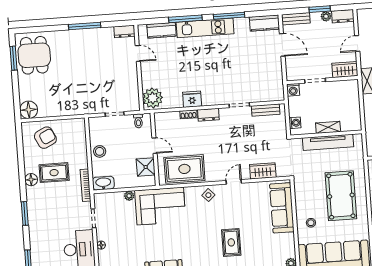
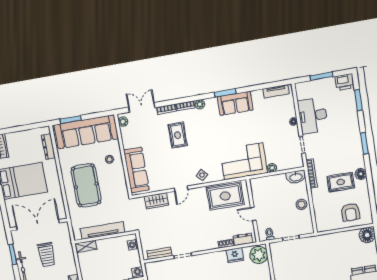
fridge: (192, 99) -> (235, 255), moved
dresser: (208, 115) -> (243, 239), moved
shelving: (328, 127) -> (86, 246), moved
armchair: (45, 138) -> (351, 212), turned -64
shower: (146, 167) -> (260, 195), removed

